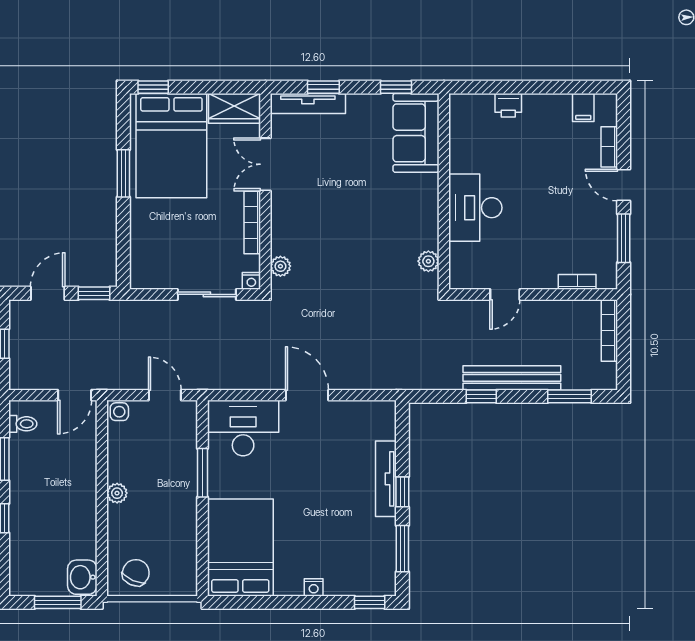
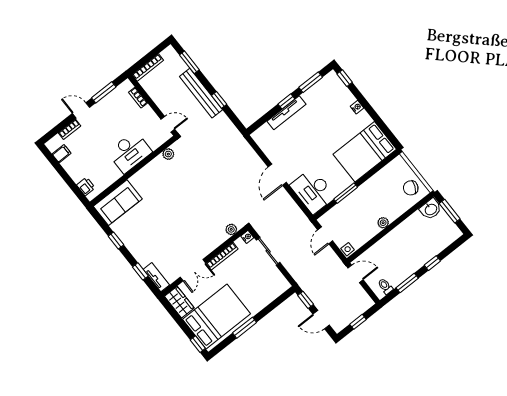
tv unit: (308, 104) -> (156, 277), width x0.71
sofa: (416, 133) -> (118, 203), moved
door: (624, 185) -> (81, 110), swing flipped
wall: (444, 191) -> (133, 171), moved
desk: (475, 208) -> (130, 152), moved
plant: (428, 261) -> (168, 154), moved

